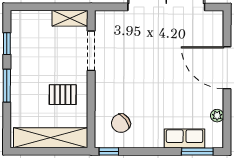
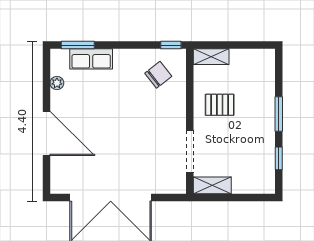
shelving: (51, 138) -> (211, 57), width x0.45, depth x0.75

